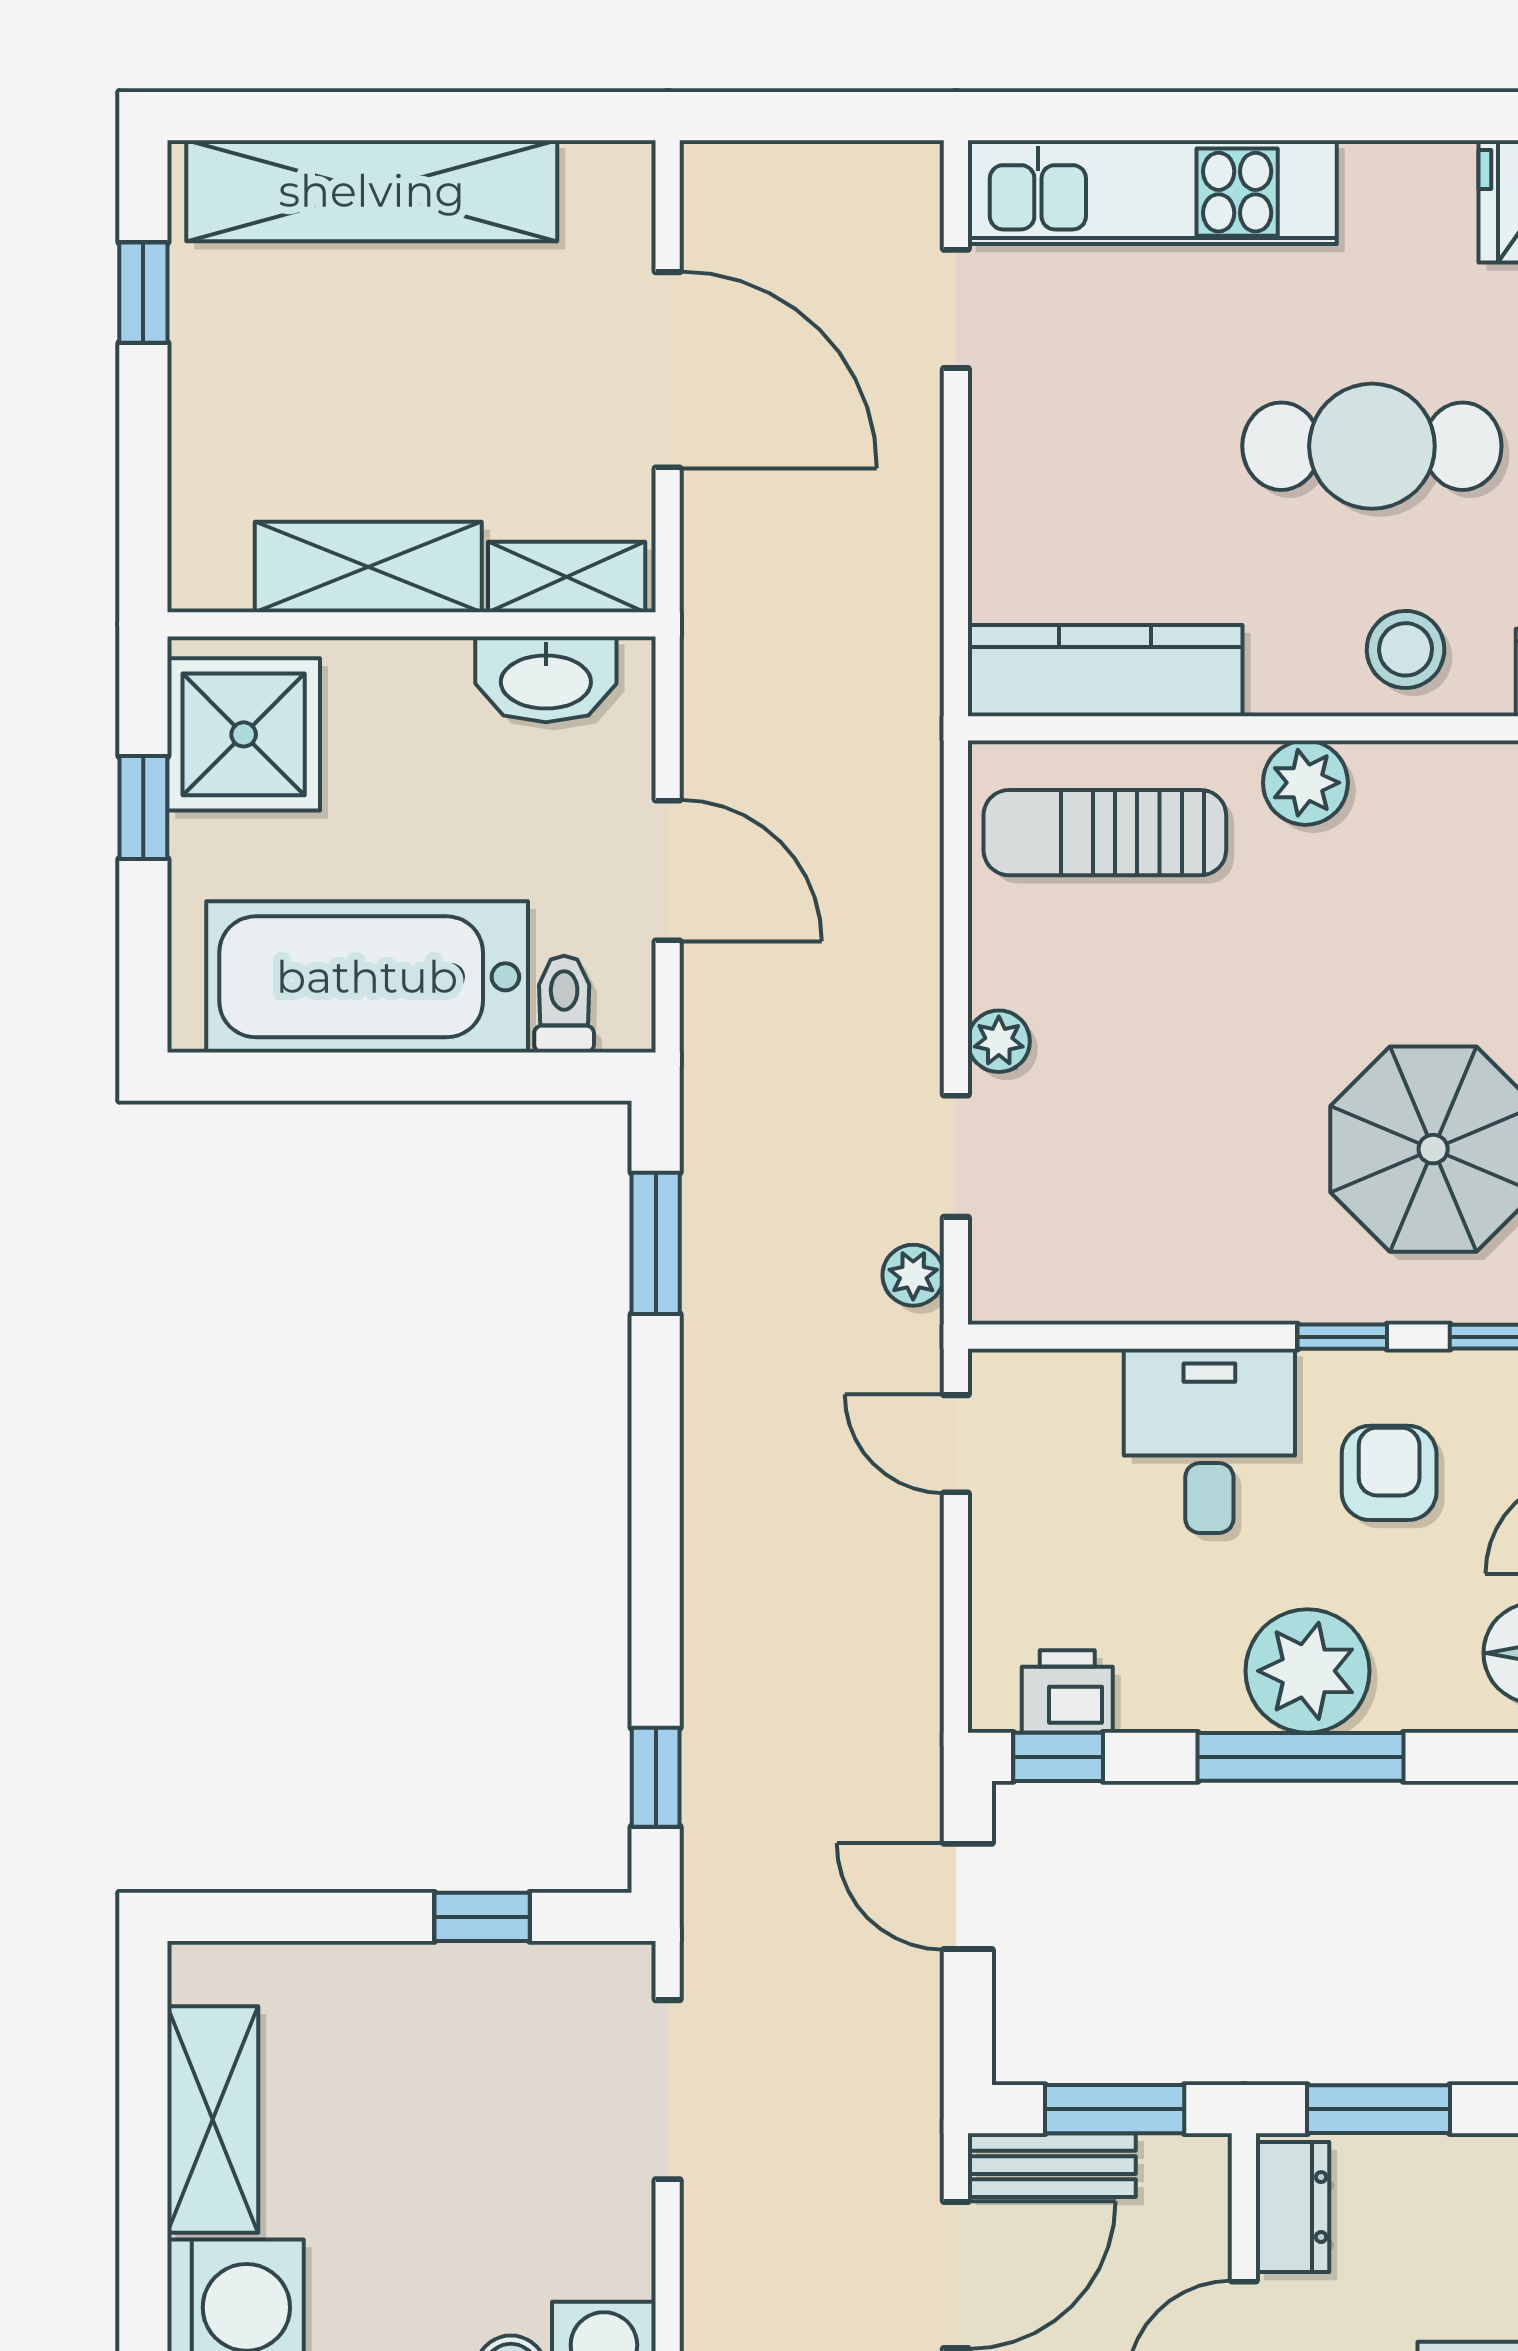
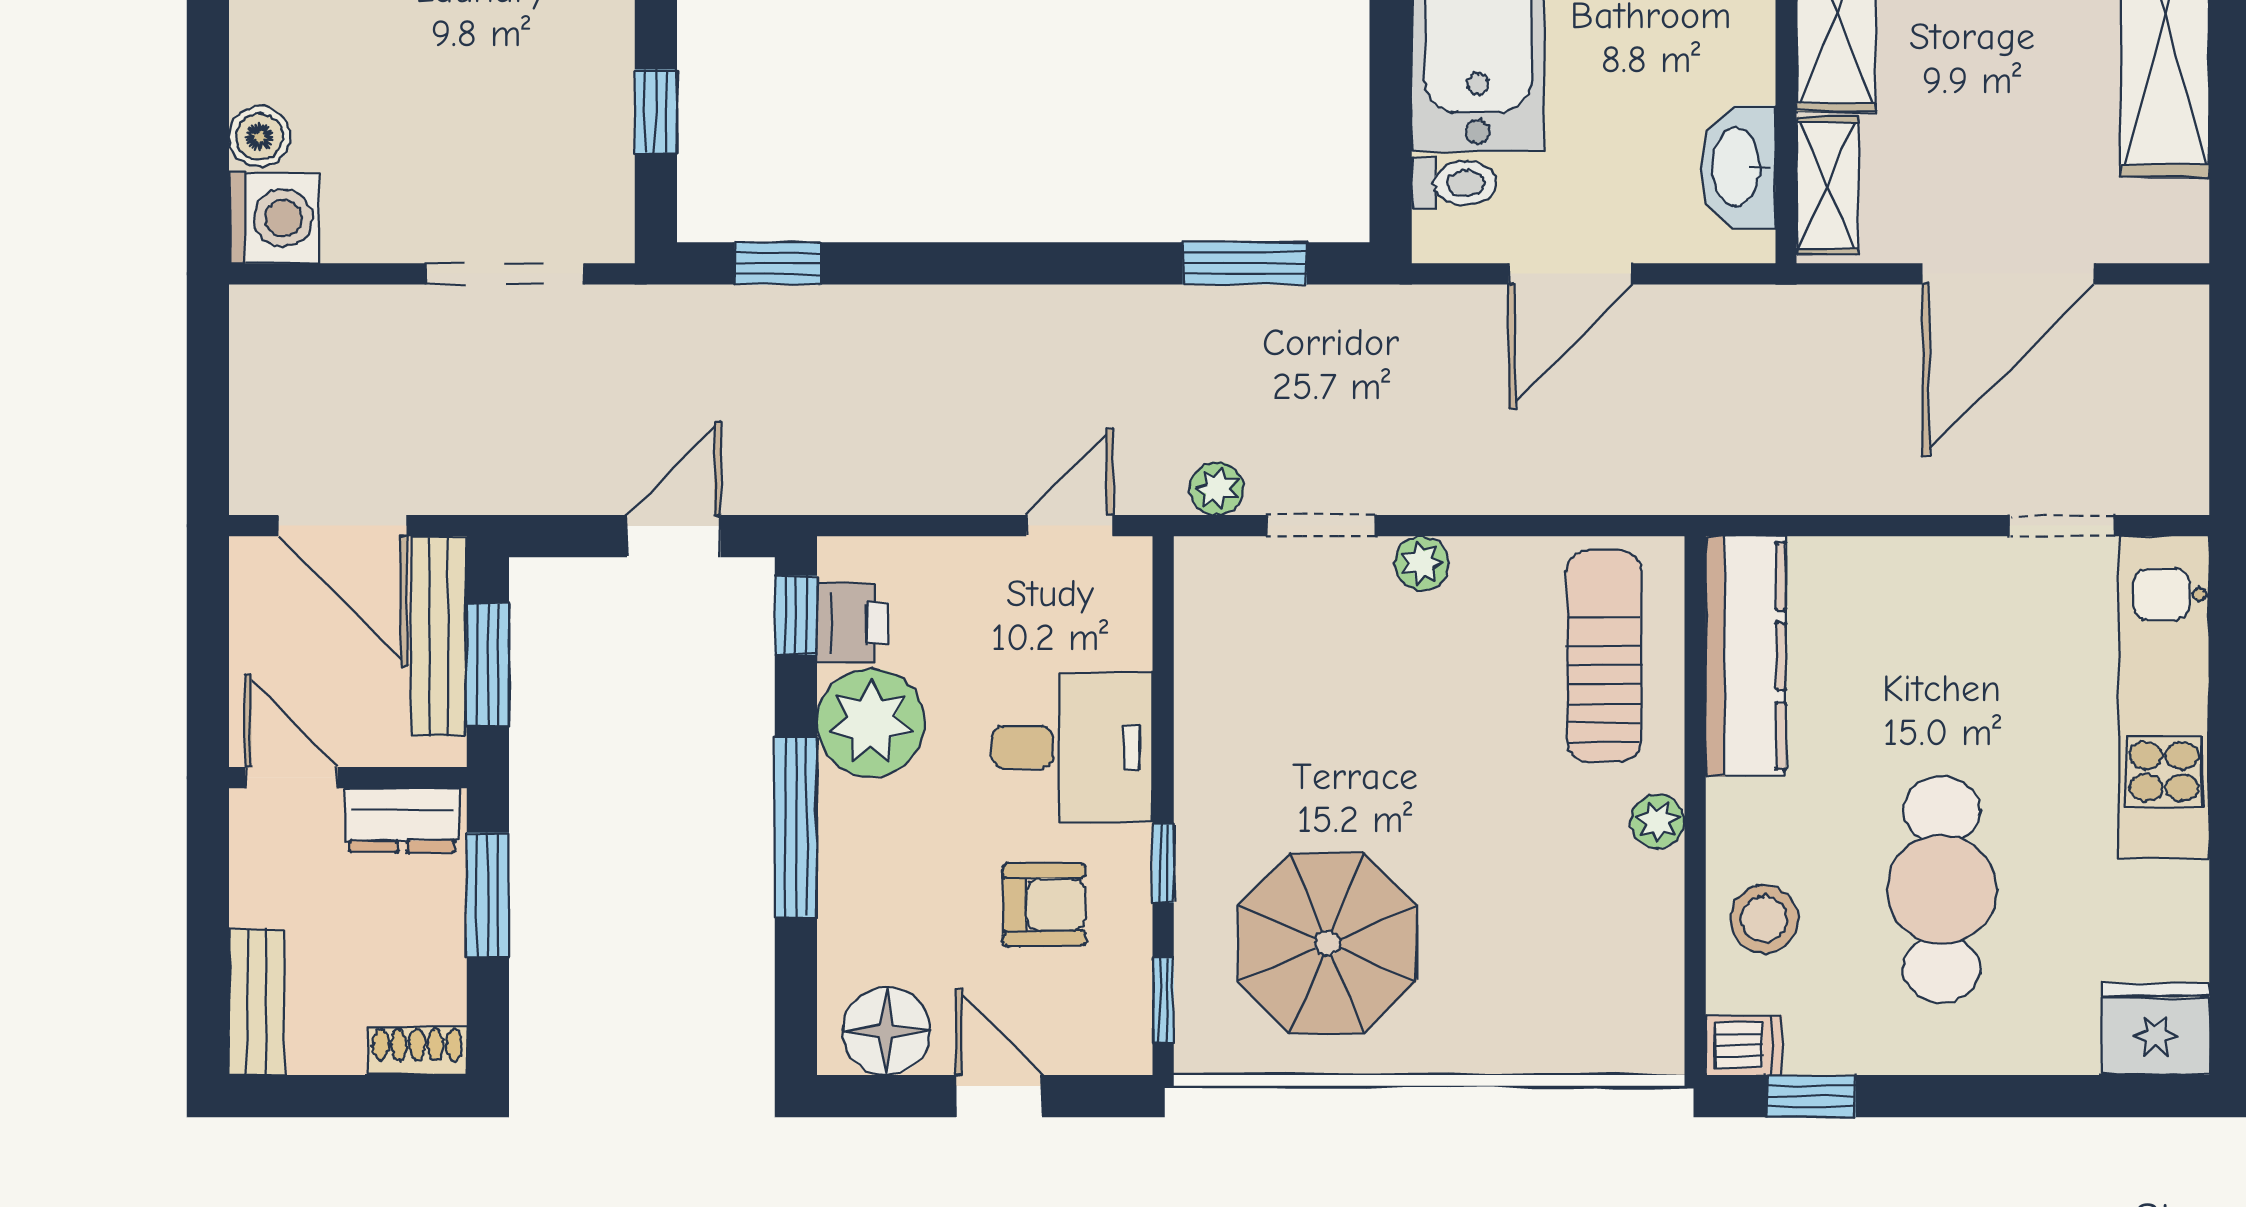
plant: (1305, 783) -> (1658, 821), width x0.73, depth x0.73
plant: (1307, 1671) -> (871, 723), moved
bench: (1052, 2165) -> (439, 636), width x1.36

